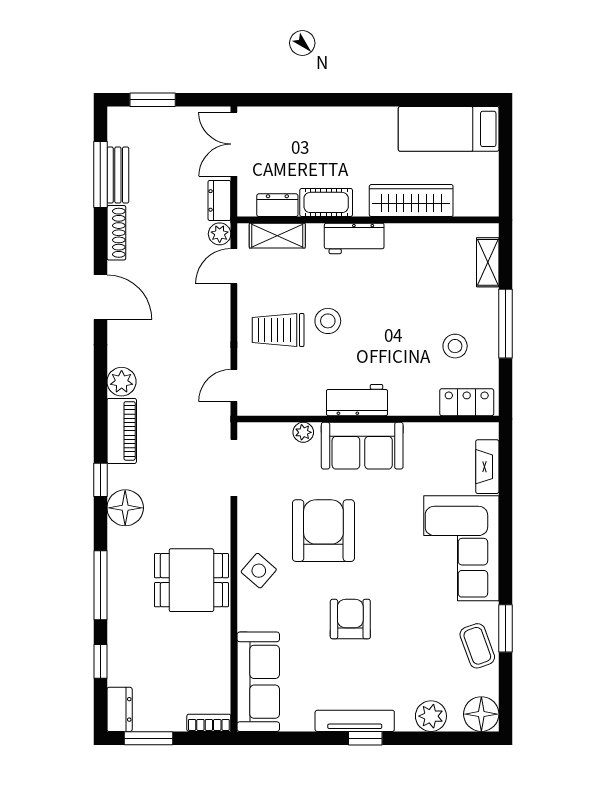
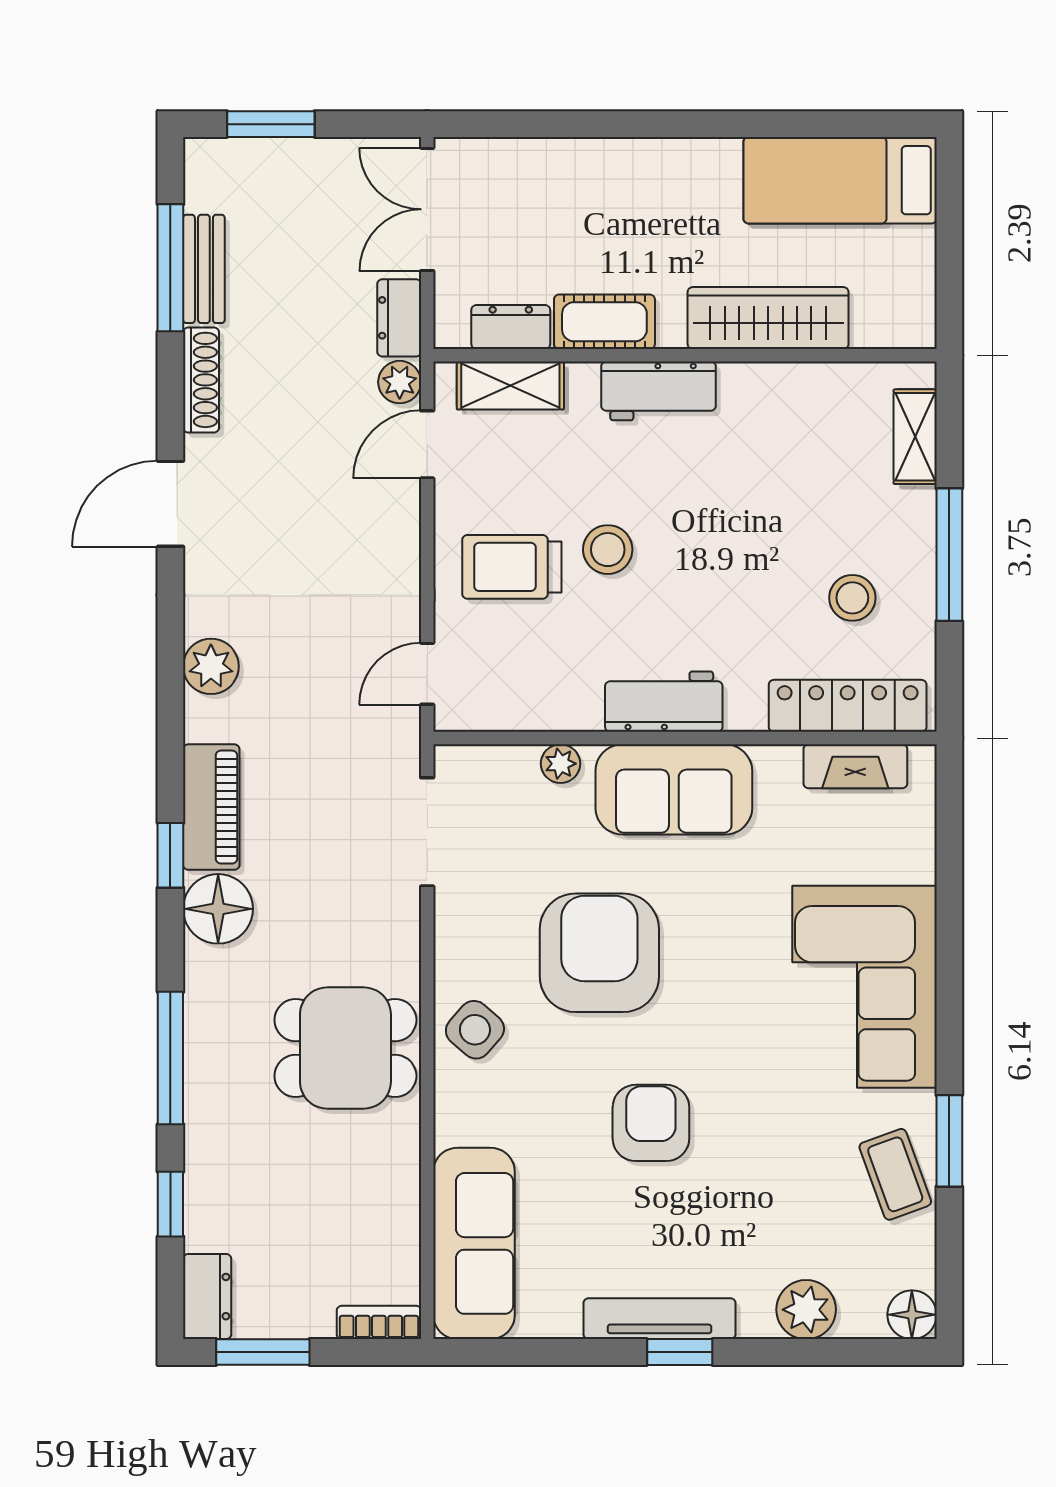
door: (100, 297) -> (170, 504), swing flipped
locker: (467, 402) -> (848, 706), width x1.53
piano: (122, 431) -> (211, 807), moved
fireplace: (487, 467) -> (855, 766), moved, turned -90
floor lamp: (481, 714) -> (912, 1315), width x0.73, depth x0.73

